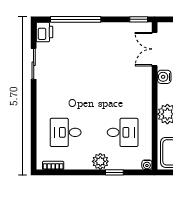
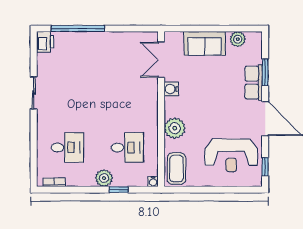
window: (139, 19) -> (144, 28), removed
sliding door: (34, 64) -> (34, 93), moved
desk: (66, 132) -> (67, 148), turned 180

